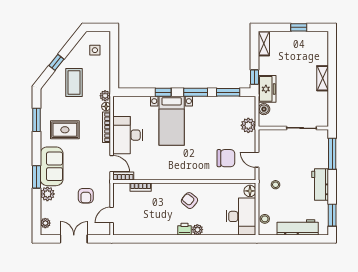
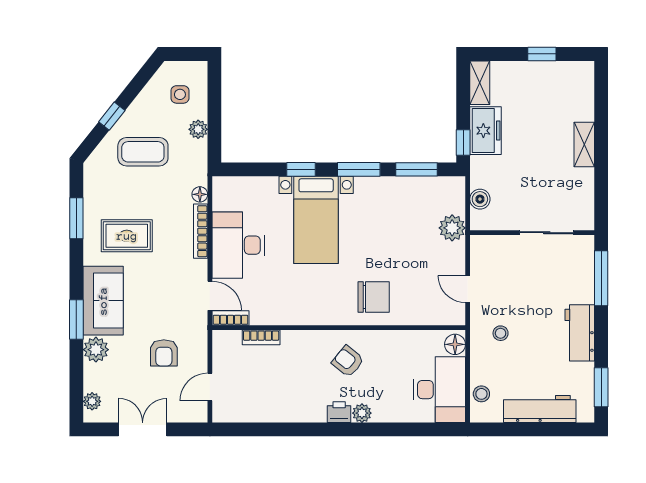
coffee table: (74, 82) -> (143, 152), turned 90
freezer: (267, 89) -> (485, 131), moved
plant: (105, 96) -> (198, 129), moved
chair: (226, 158) -> (374, 297), moved

